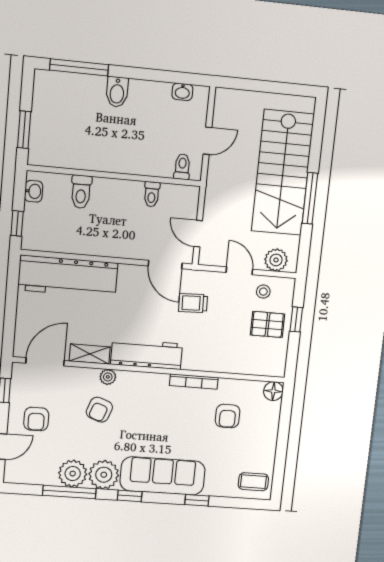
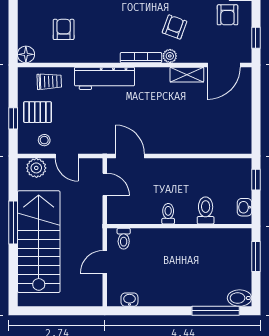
bidet: (117, 92) -> (239, 298), moved, turned -90
toilet: (152, 194) -> (168, 214), moved
workbench: (68, 276) -> (211, 139), removed
trolley: (193, 303) -> (49, 82), moved
workbench: (147, 354) -> (105, 78), moved
bookcase: (194, 382) -> (141, 58), moved
armchair: (36, 419) -> (227, 15), turned 180

